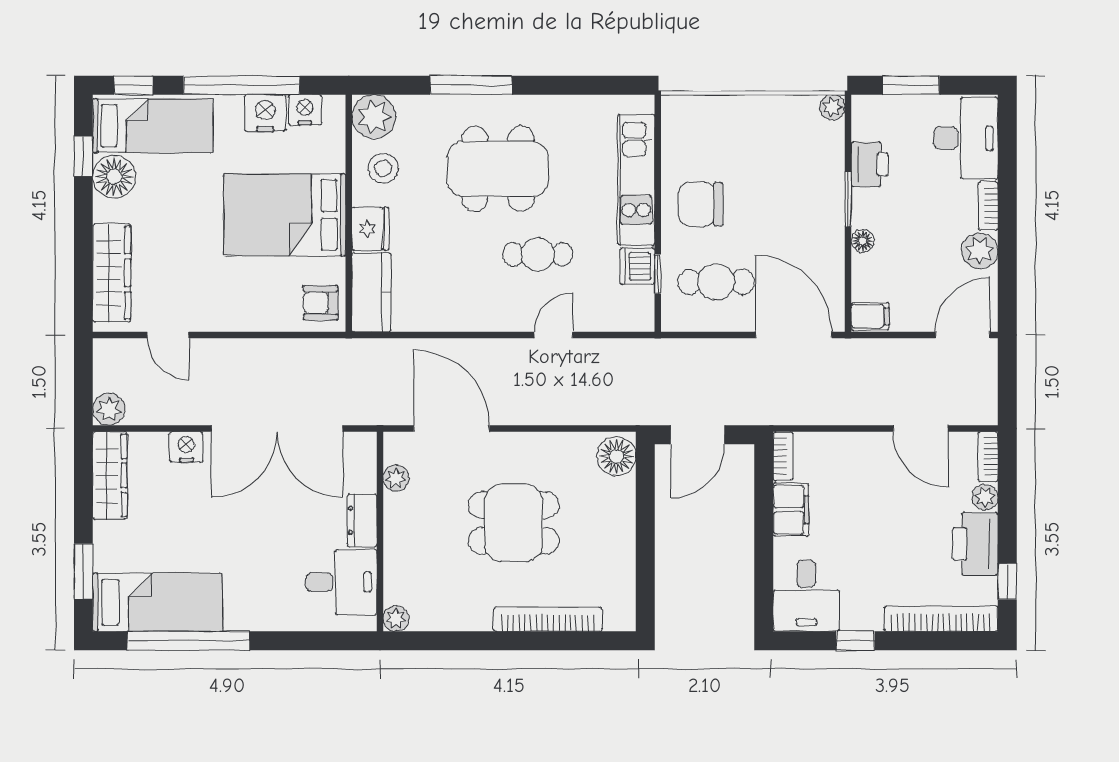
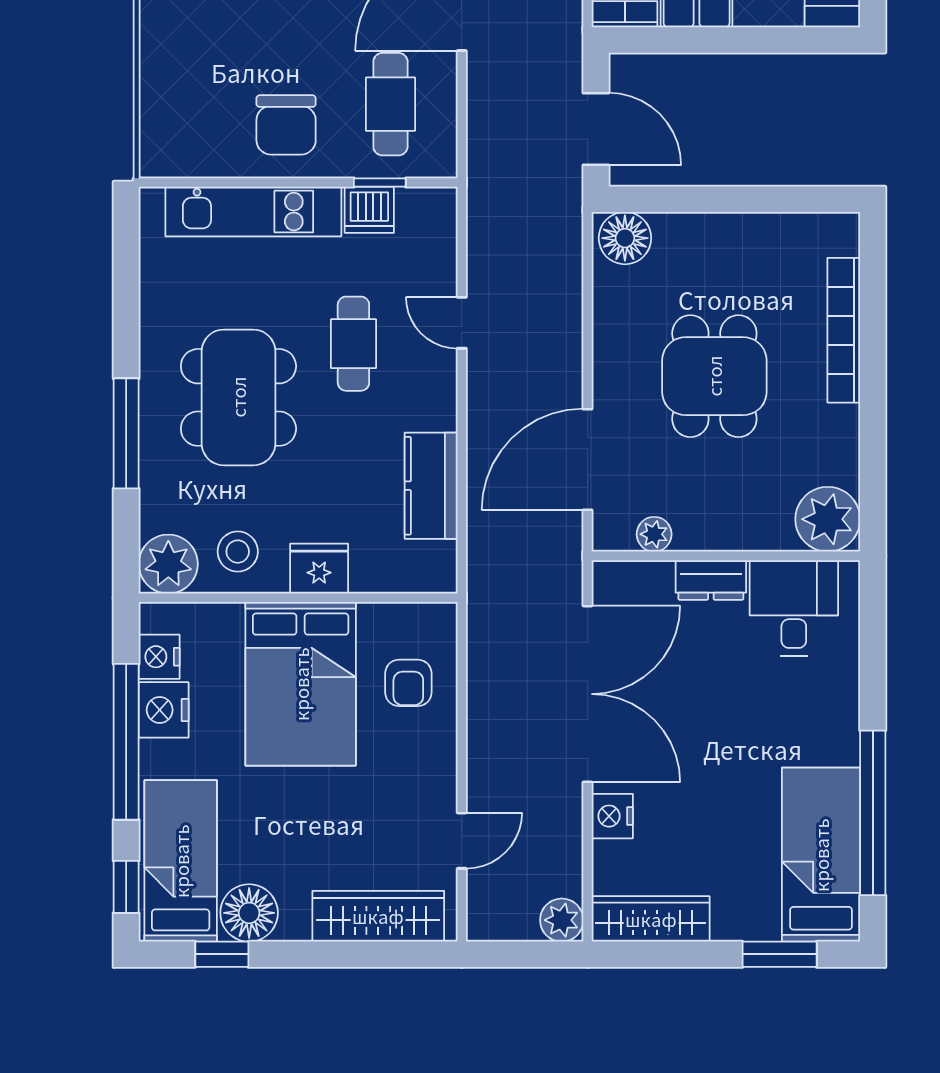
kitchen counter: (372, 292) -> (431, 486), moved, turned -90
armchair: (321, 303) -> (408, 683), moved
plant: (396, 619) -> (828, 519), width x1.88, depth x1.88

